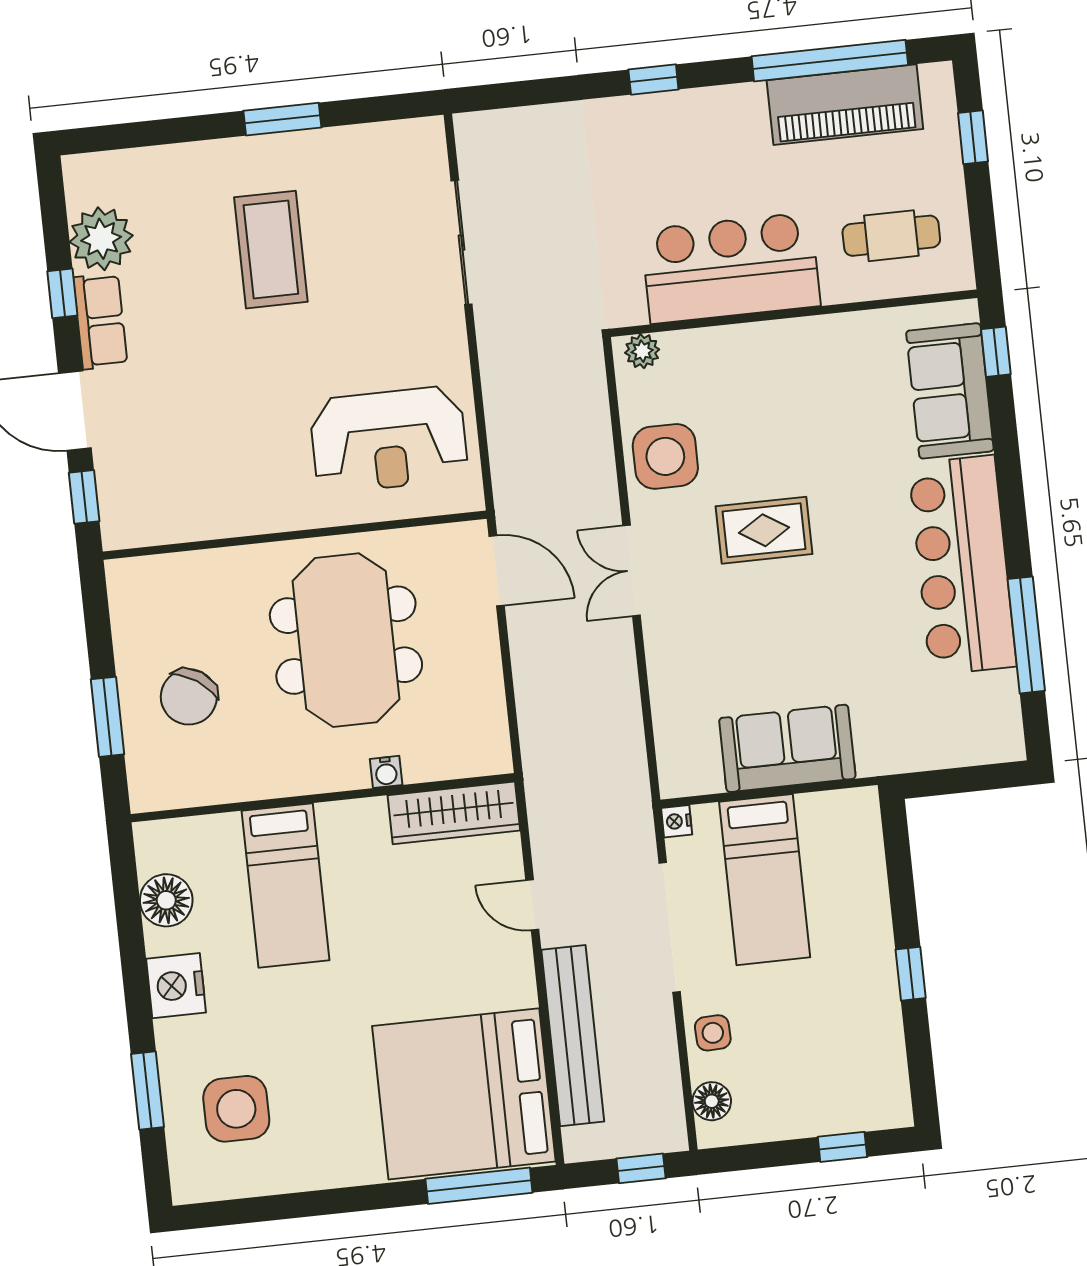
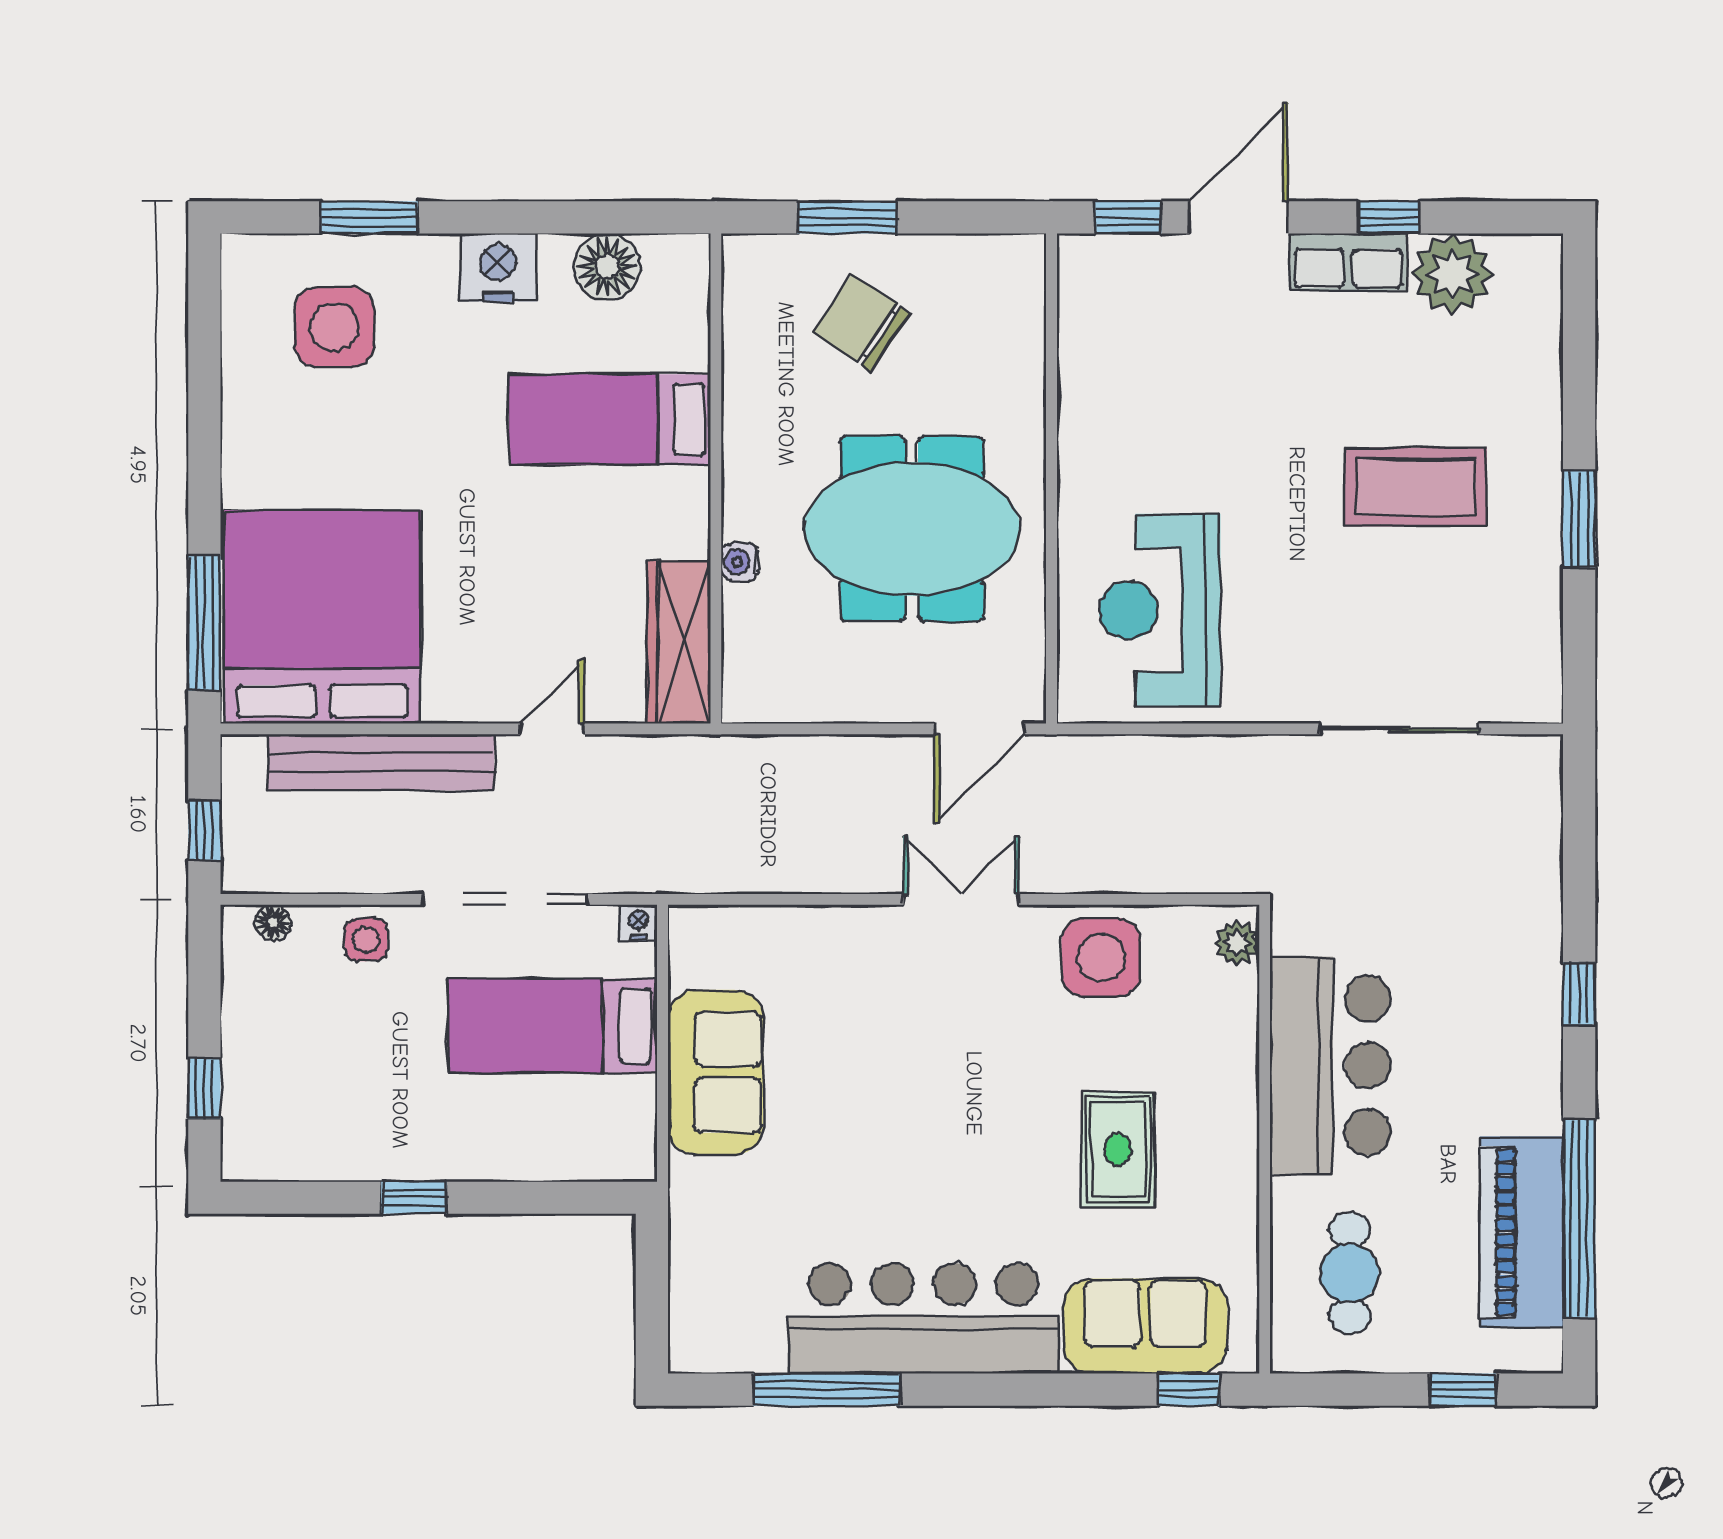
rug: (764, 530) -> (1118, 1149), moved
floor lamp: (712, 1101) -> (273, 922), width x0.73, depth x0.73

